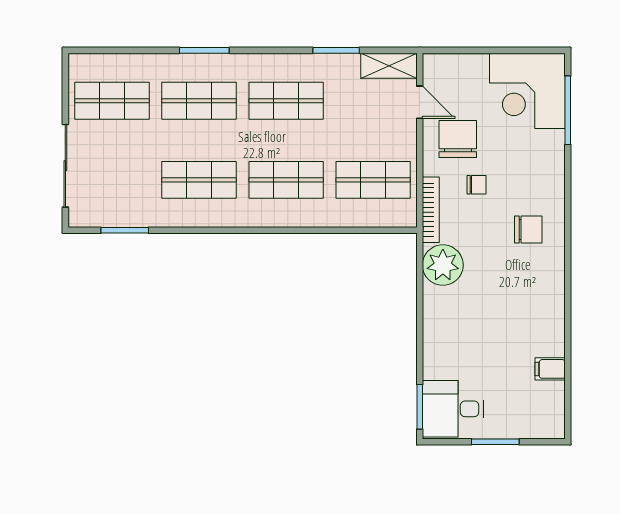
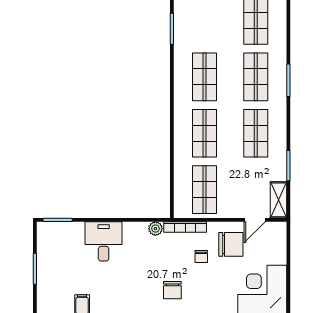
plant: (443, 265) -> (155, 229), width x0.53, depth x0.53
desk: (453, 409) -> (104, 241), moved

